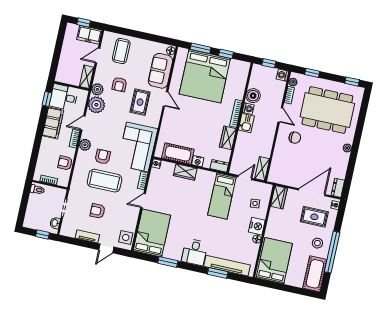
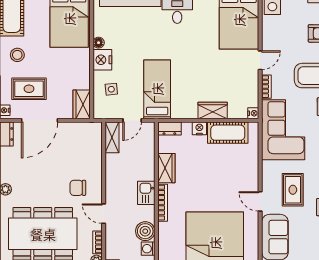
washing machine: (248, 109) -> (148, 249), moved

